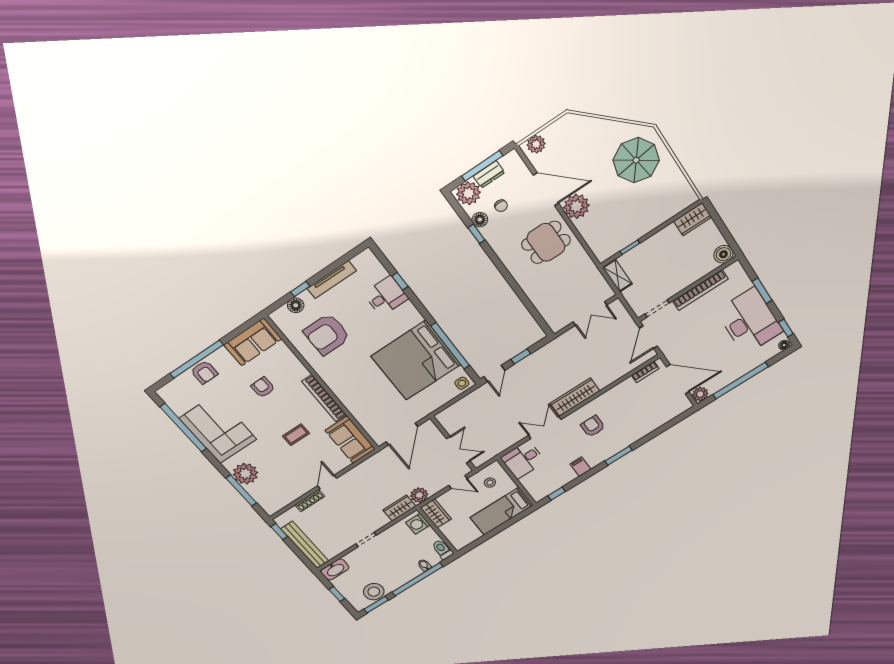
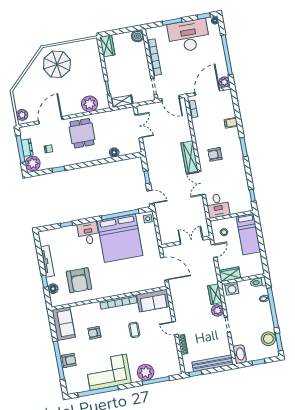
plant: (576, 206) -> (90, 104), moved
floor lamp: (480, 220) -> (114, 152), moved
desk: (386, 296) -> (88, 233), moved
filing cabinet: (580, 467) -> (231, 123), moved
plant: (419, 495) -> (218, 310), moved

